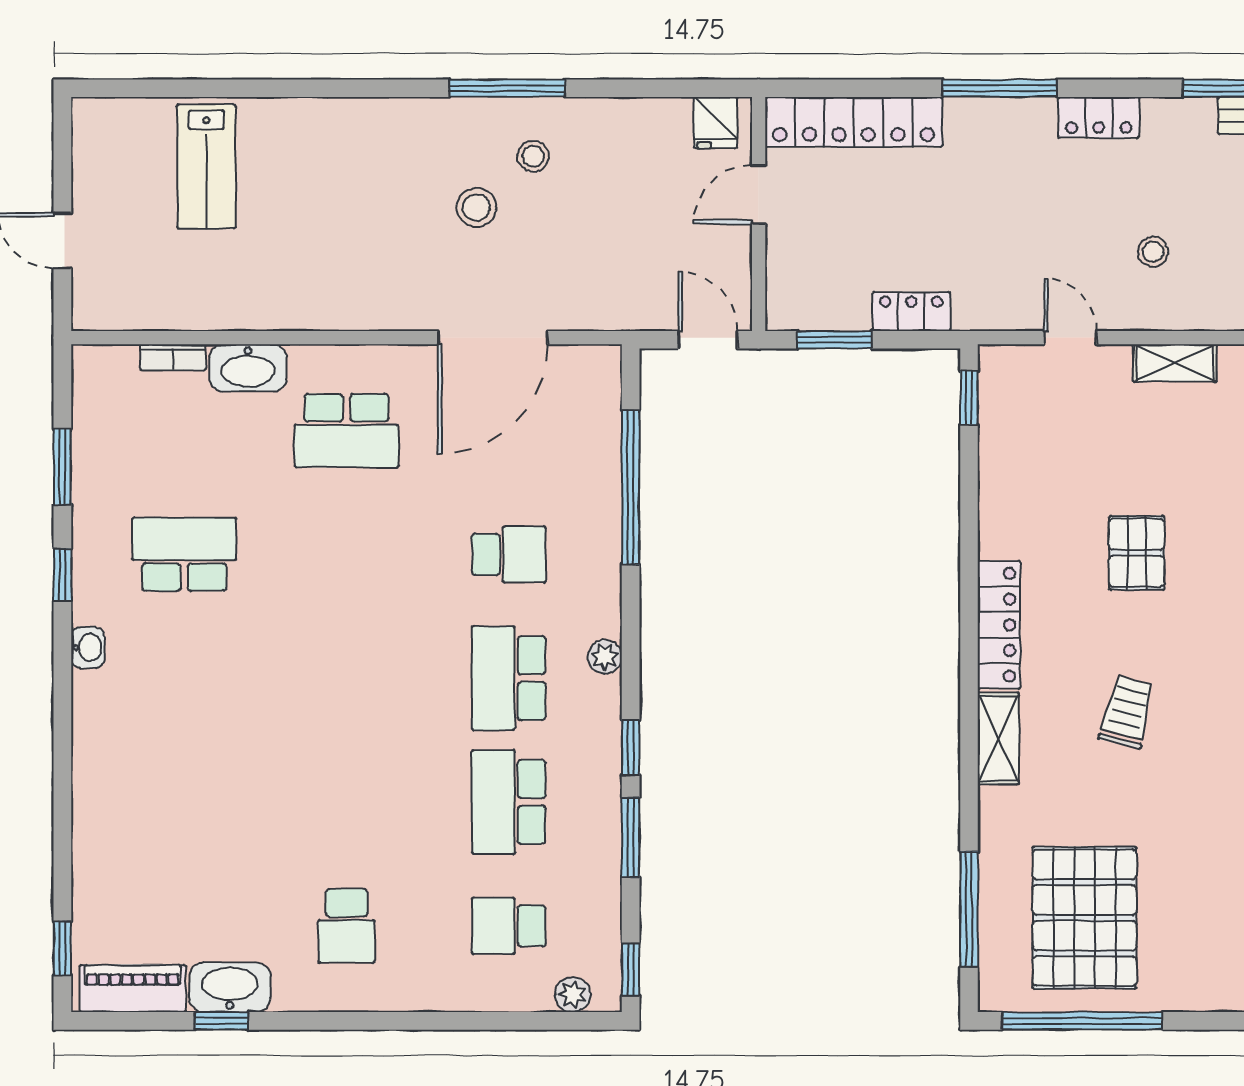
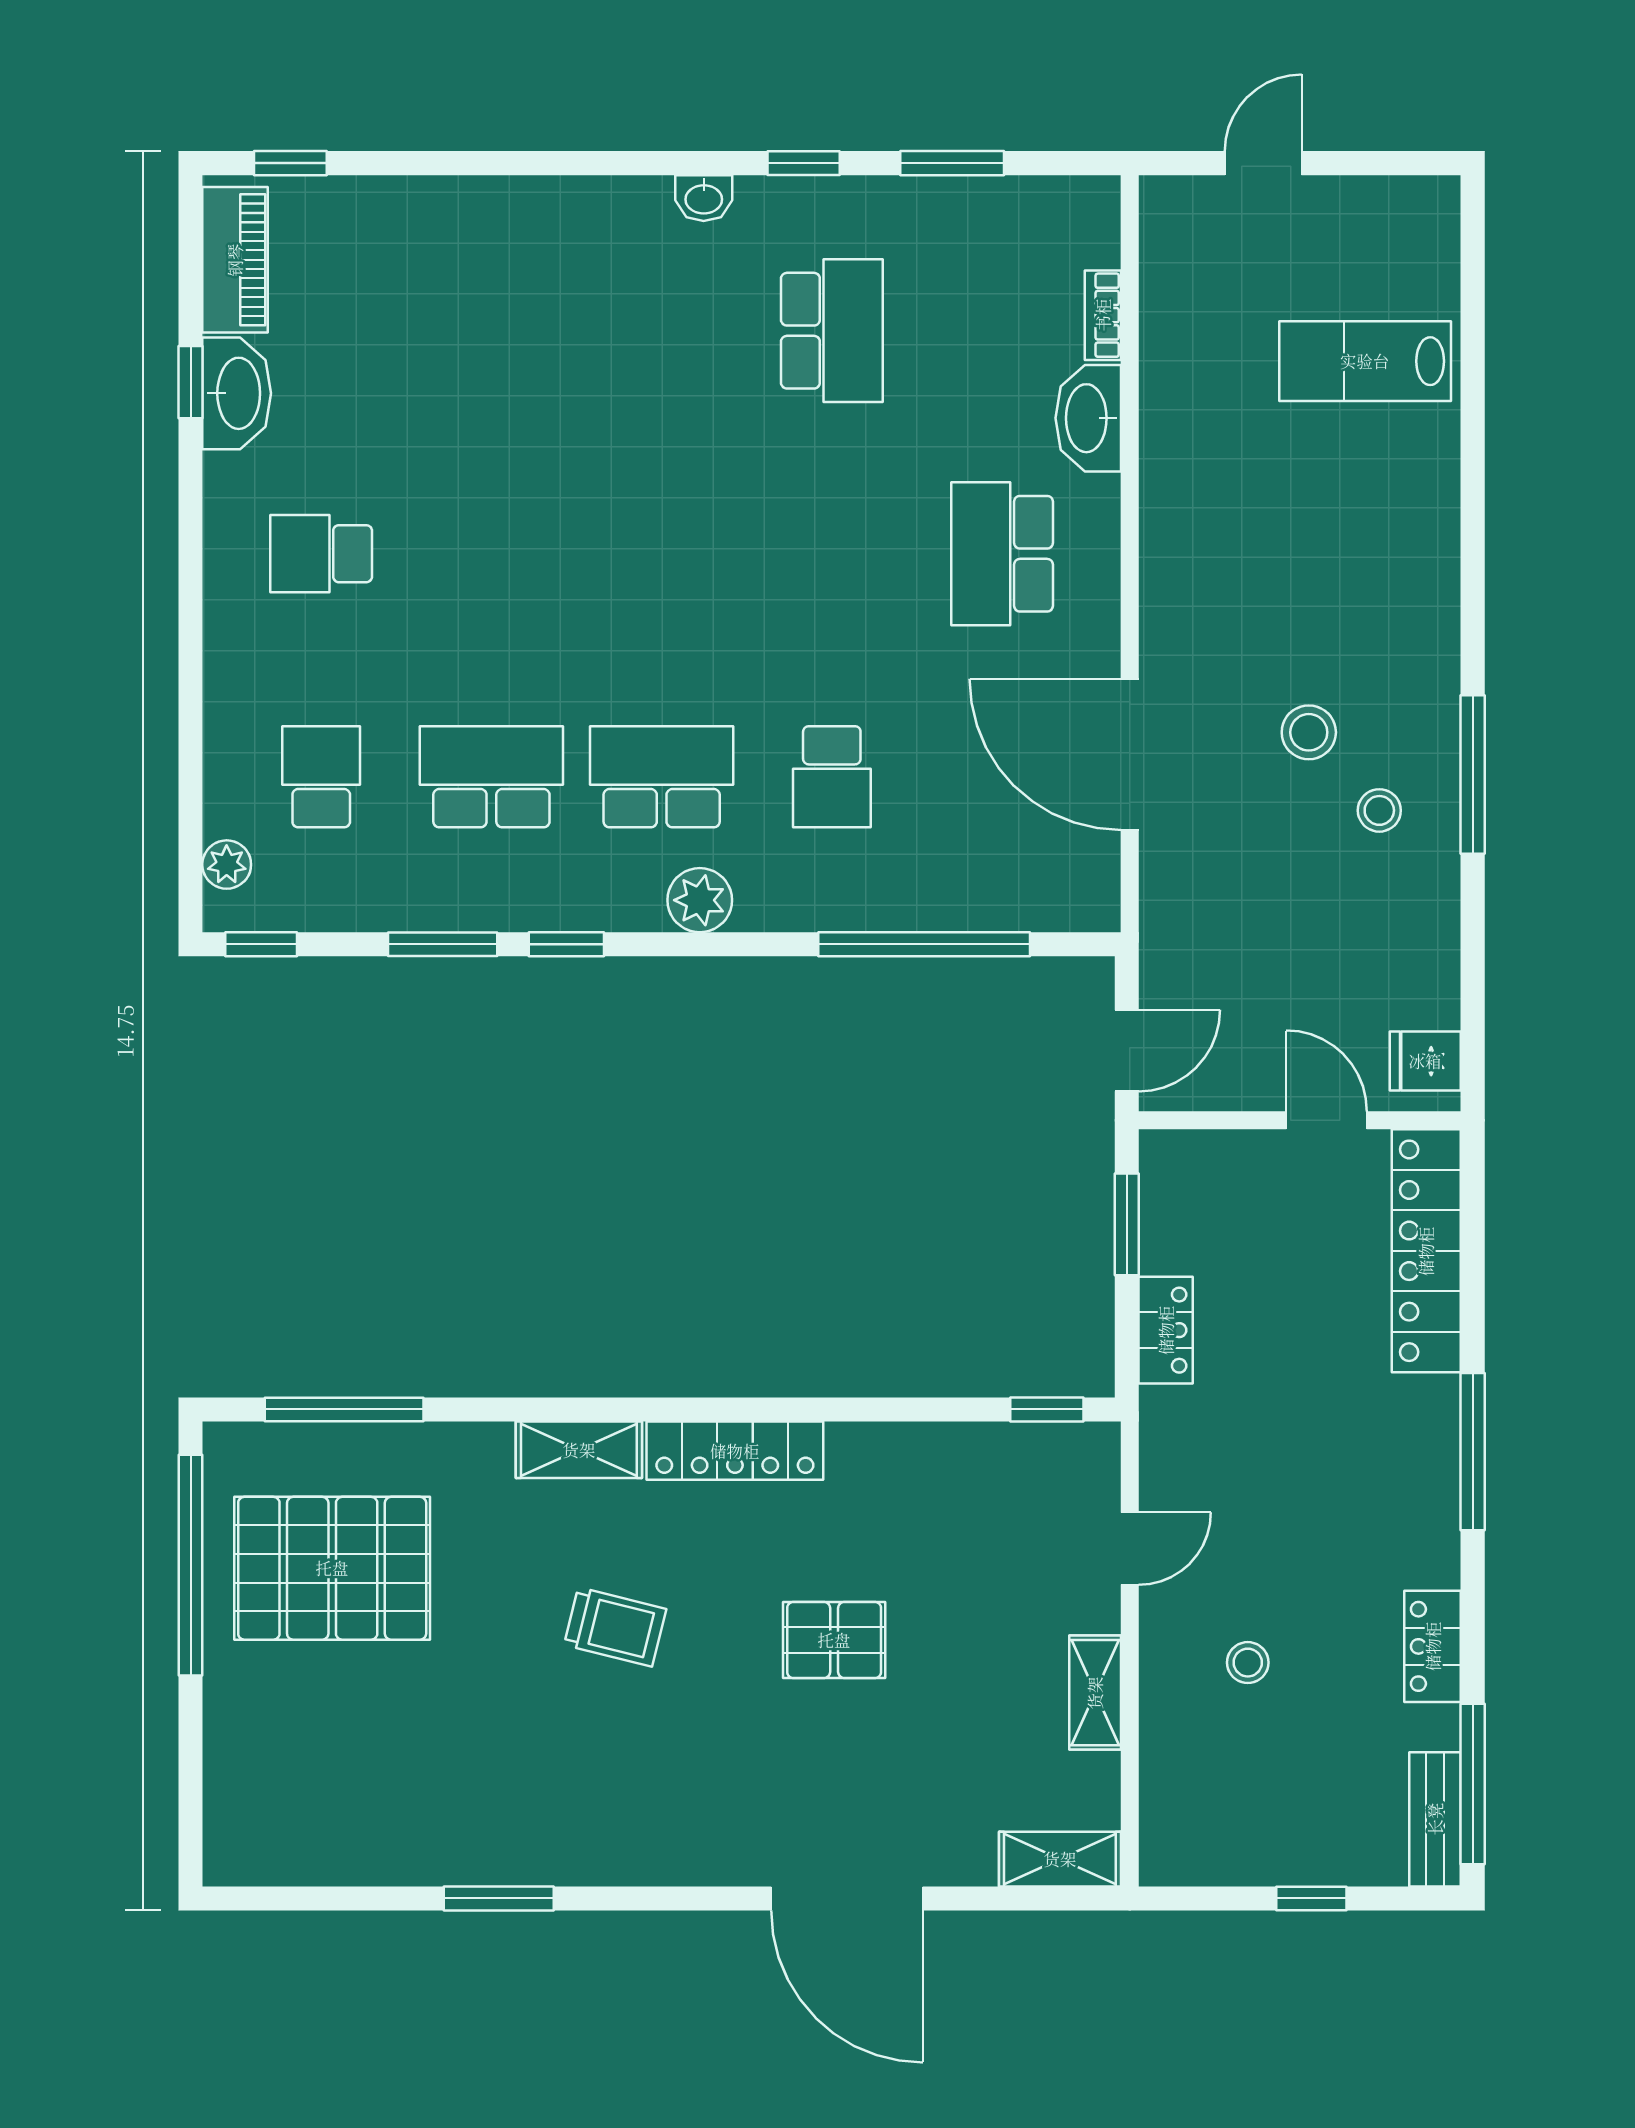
locker: (1099, 117) -> (1433, 1646), moved
plant: (605, 657) -> (700, 900), width x1.38, depth x1.38

